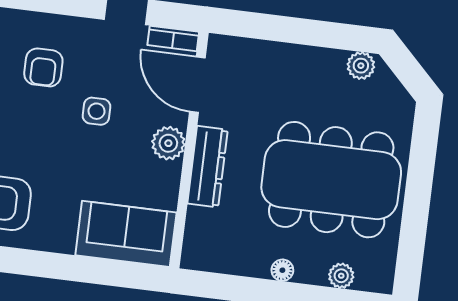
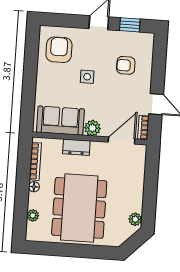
side table: (96, 111) -> (87, 77), moved
dresser: (208, 167) -> (76, 147), width x0.70
sofa: (126, 234) -> (60, 121), moved, turned -90
bookcase: (230, 265) -> (35, 161), added

